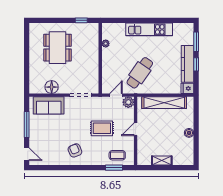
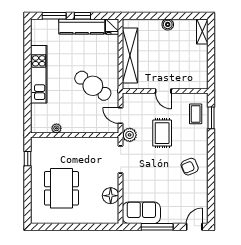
dining table: (58, 48) -> (61, 188), turned 90
plant: (128, 102) -> (130, 135), moved
sofa: (49, 105) -> (141, 213), moved, turned -90
shelving: (162, 161) -> (202, 31), moved

